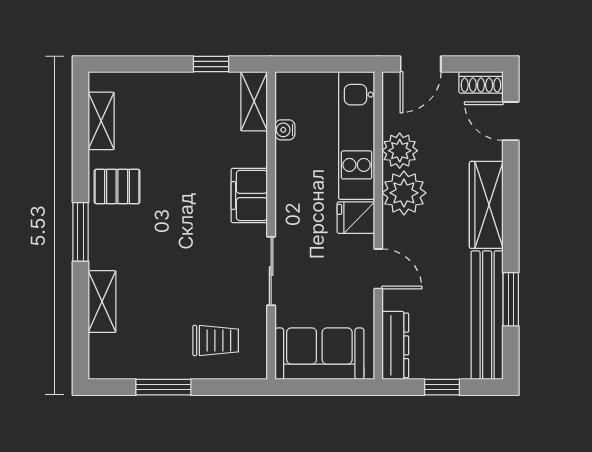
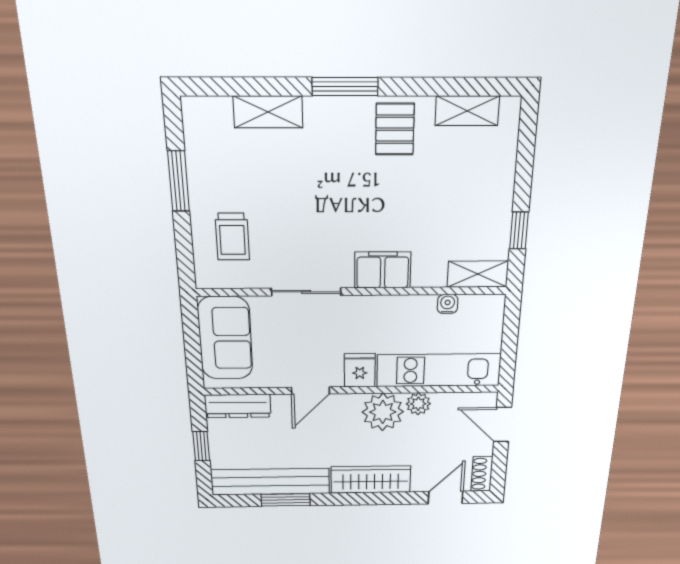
plant: (400, 151) -> (418, 404), width x0.73, depth x0.73

